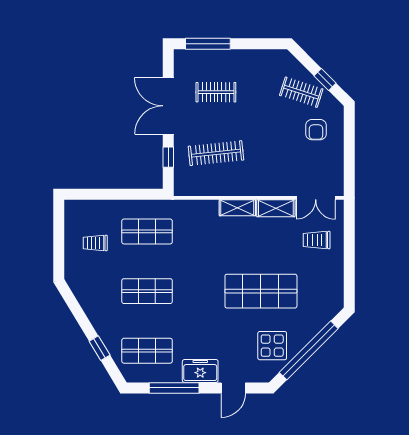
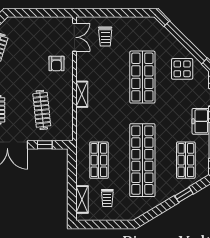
armchair: (316, 130) -> (56, 63), moved, turned 90
shelving: (276, 208) -> (82, 199), moved
shop shelf: (147, 291) -> (142, 160), width x2.00, depth x1.36

